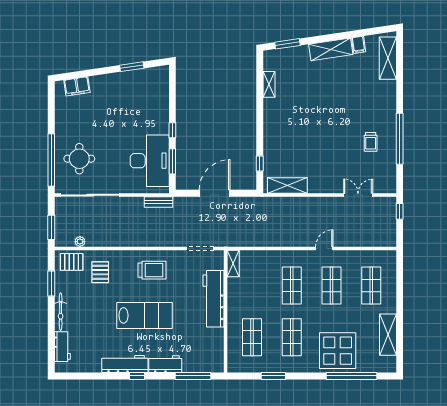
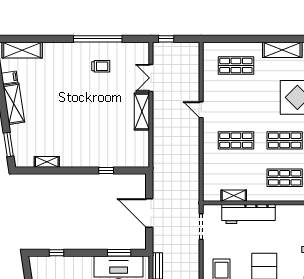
window: (172, 130) -> (56, 253), moved
window: (260, 164) -> (106, 170), moved
shelving: (287, 186) -> (142, 112), moved
shelving: (233, 263) -> (234, 196), moved
shop shelf: (332, 286) -> (236, 103), removed

